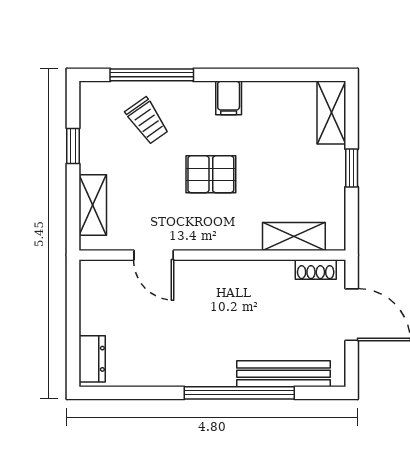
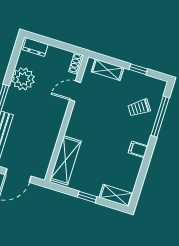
pallet: (211, 174) -> (105, 130), removed
shelving: (294, 236) -> (66, 160), width x1.50, depth x1.33
shoe rack: (316, 270) -> (76, 64), moved
plant: (161, 363) -> (23, 79), added

